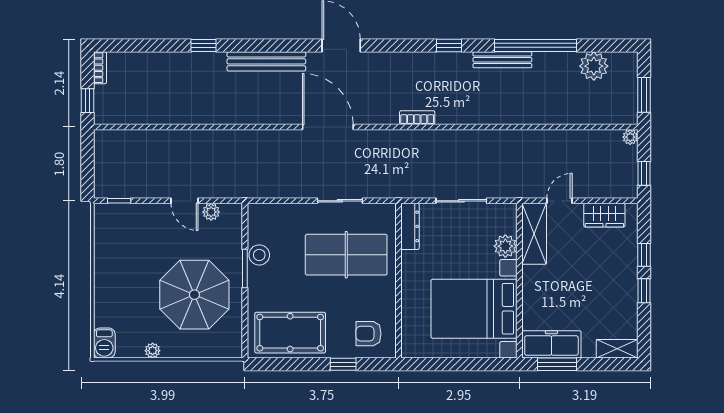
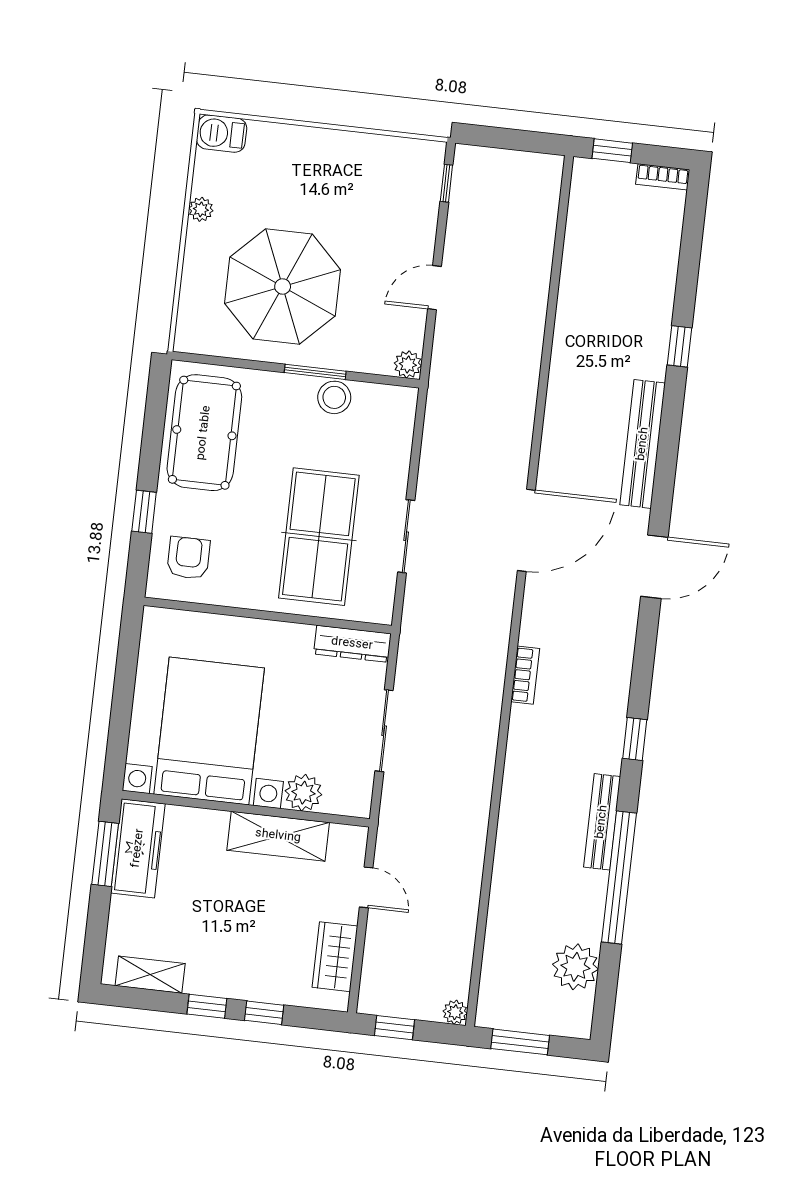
plant: (211, 212) -> (408, 364), moved
shelving: (534, 234) -> (278, 836), moved
shelving: (617, 349) -> (150, 975), moved, turned 90

